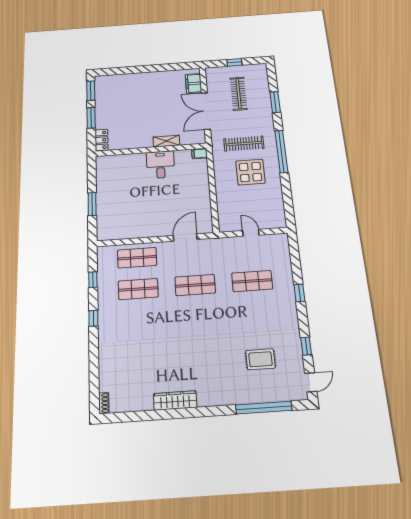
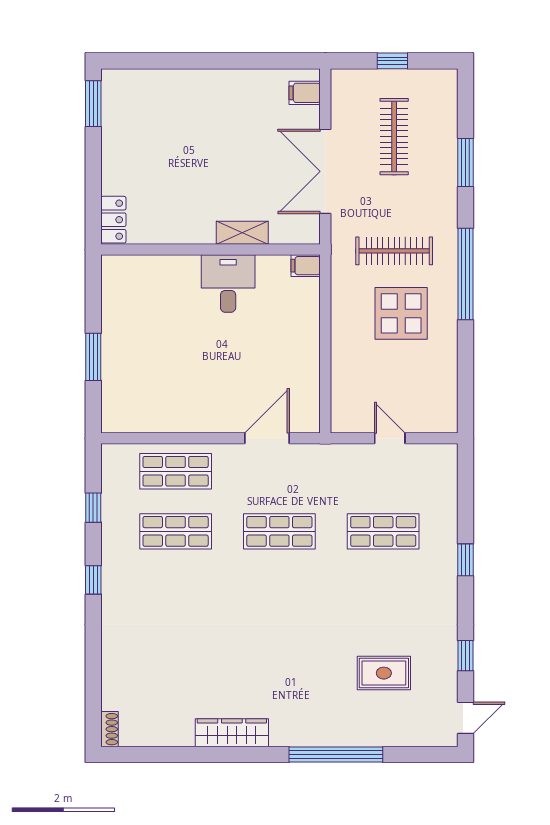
filing cabinet: (194, 83) -> (305, 93), width x0.50
window: (91, 118) -> (93, 167), removed
window: (264, 408) -> (336, 755), moved

